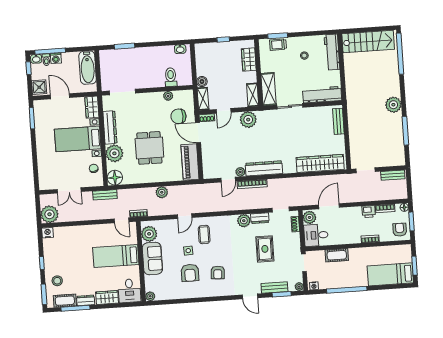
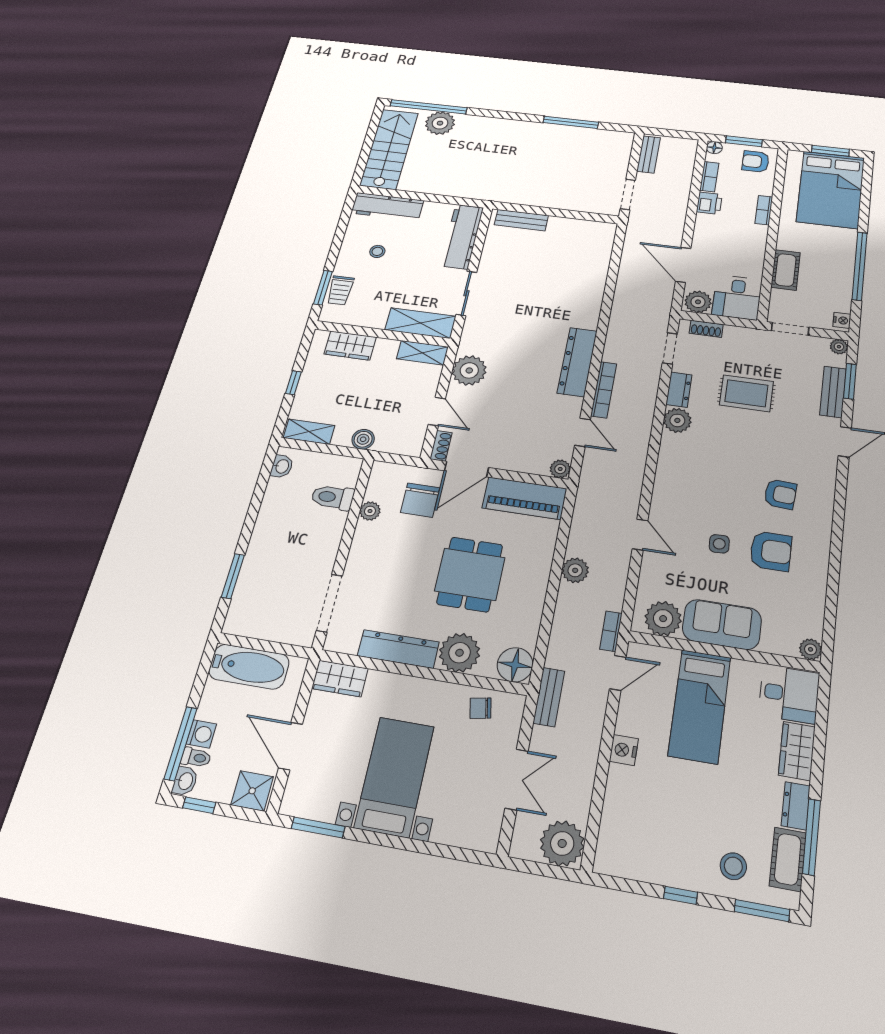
door: (60, 96) -> (290, 746), hinge flipped
shelving: (203, 99) -> (309, 432), moved
plant: (393, 105) -> (440, 123), moved
bed with nightstands: (78, 139) -> (394, 777), moved, turned 180
dining table: (149, 148) -> (470, 574), turned 90
wardrobe: (320, 163) -> (594, 264), removed
plant: (240, 172) -> (560, 469), moved
nightstand: (48, 233) -> (624, 750), moved
coffee table: (204, 235) -> (690, 504), removed
bed: (390, 274) -> (831, 189), width x1.50

